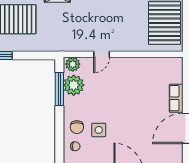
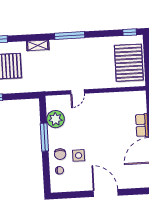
plant: (73, 64) -> (54, 102), removed
window: (59, 89) -> (44, 137), moved

